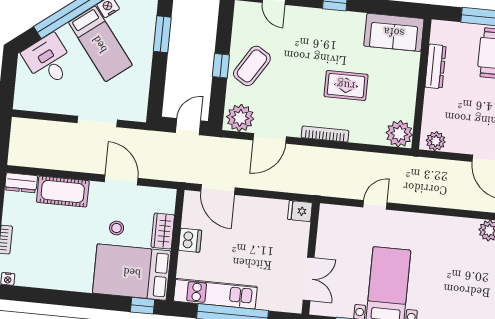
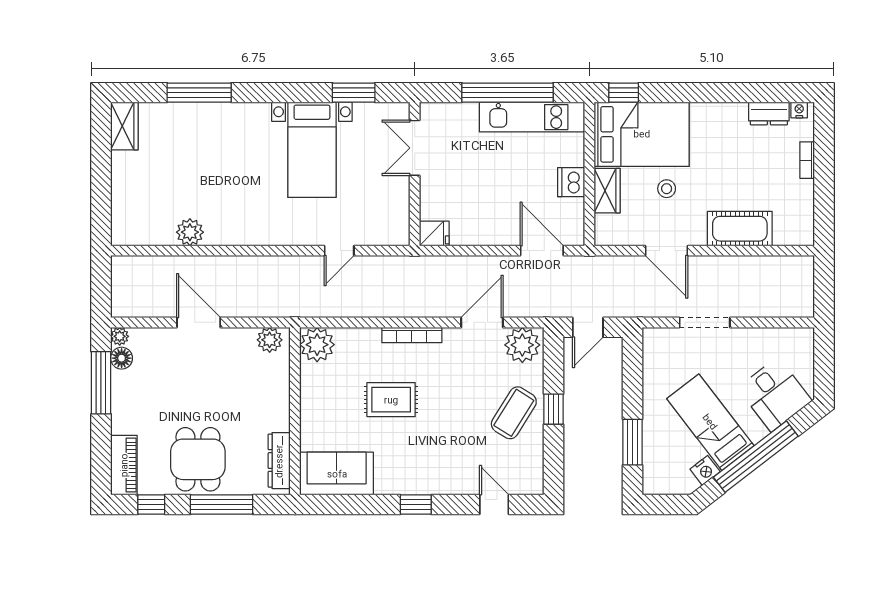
dresser: (435, 66) -> (279, 461), moved
dresser: (21, 183) -> (769, 114), moved, turned 180

